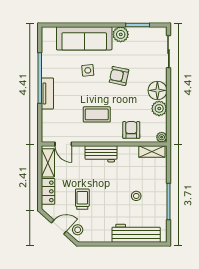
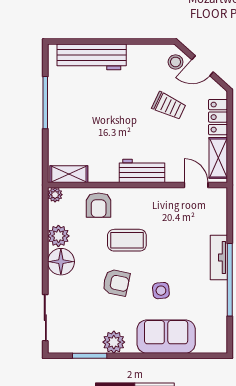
sofa: (84, 38) -> (166, 337), width x0.73
coffee table: (97, 114) -> (127, 240), moved
stool: (136, 196) -> (91, 111), removed
trolley: (82, 199) -> (169, 106), turned -65

